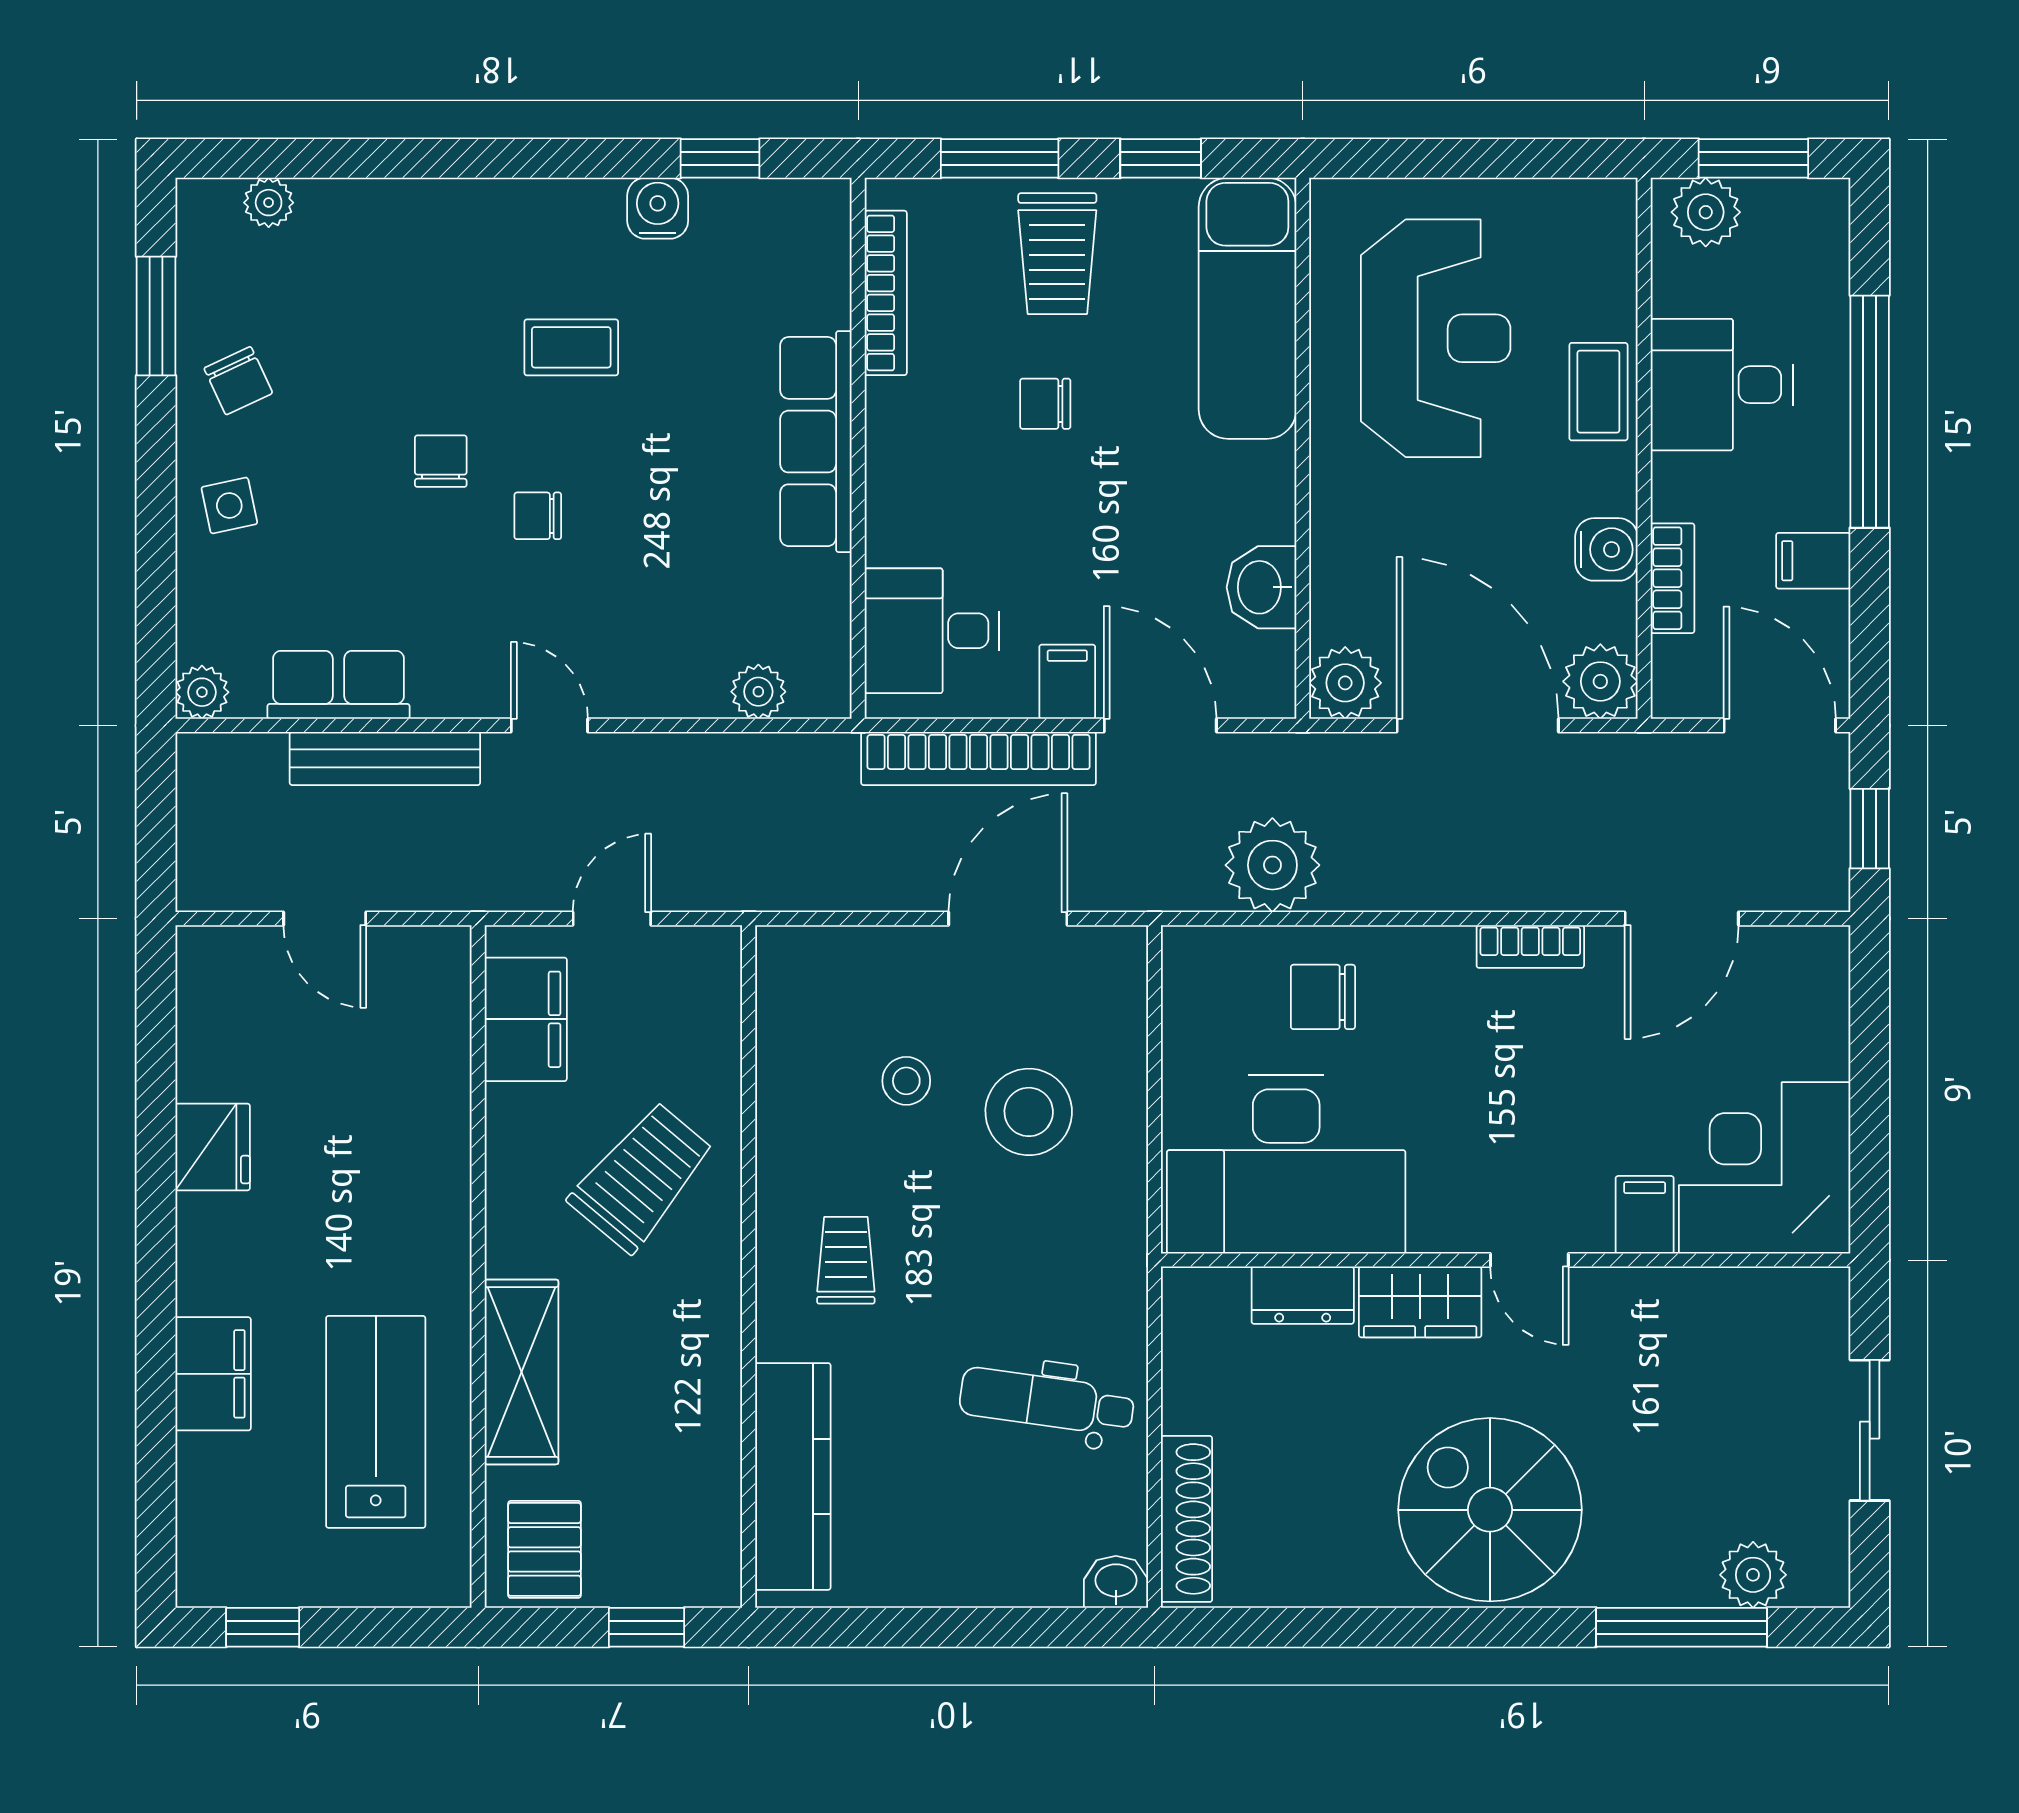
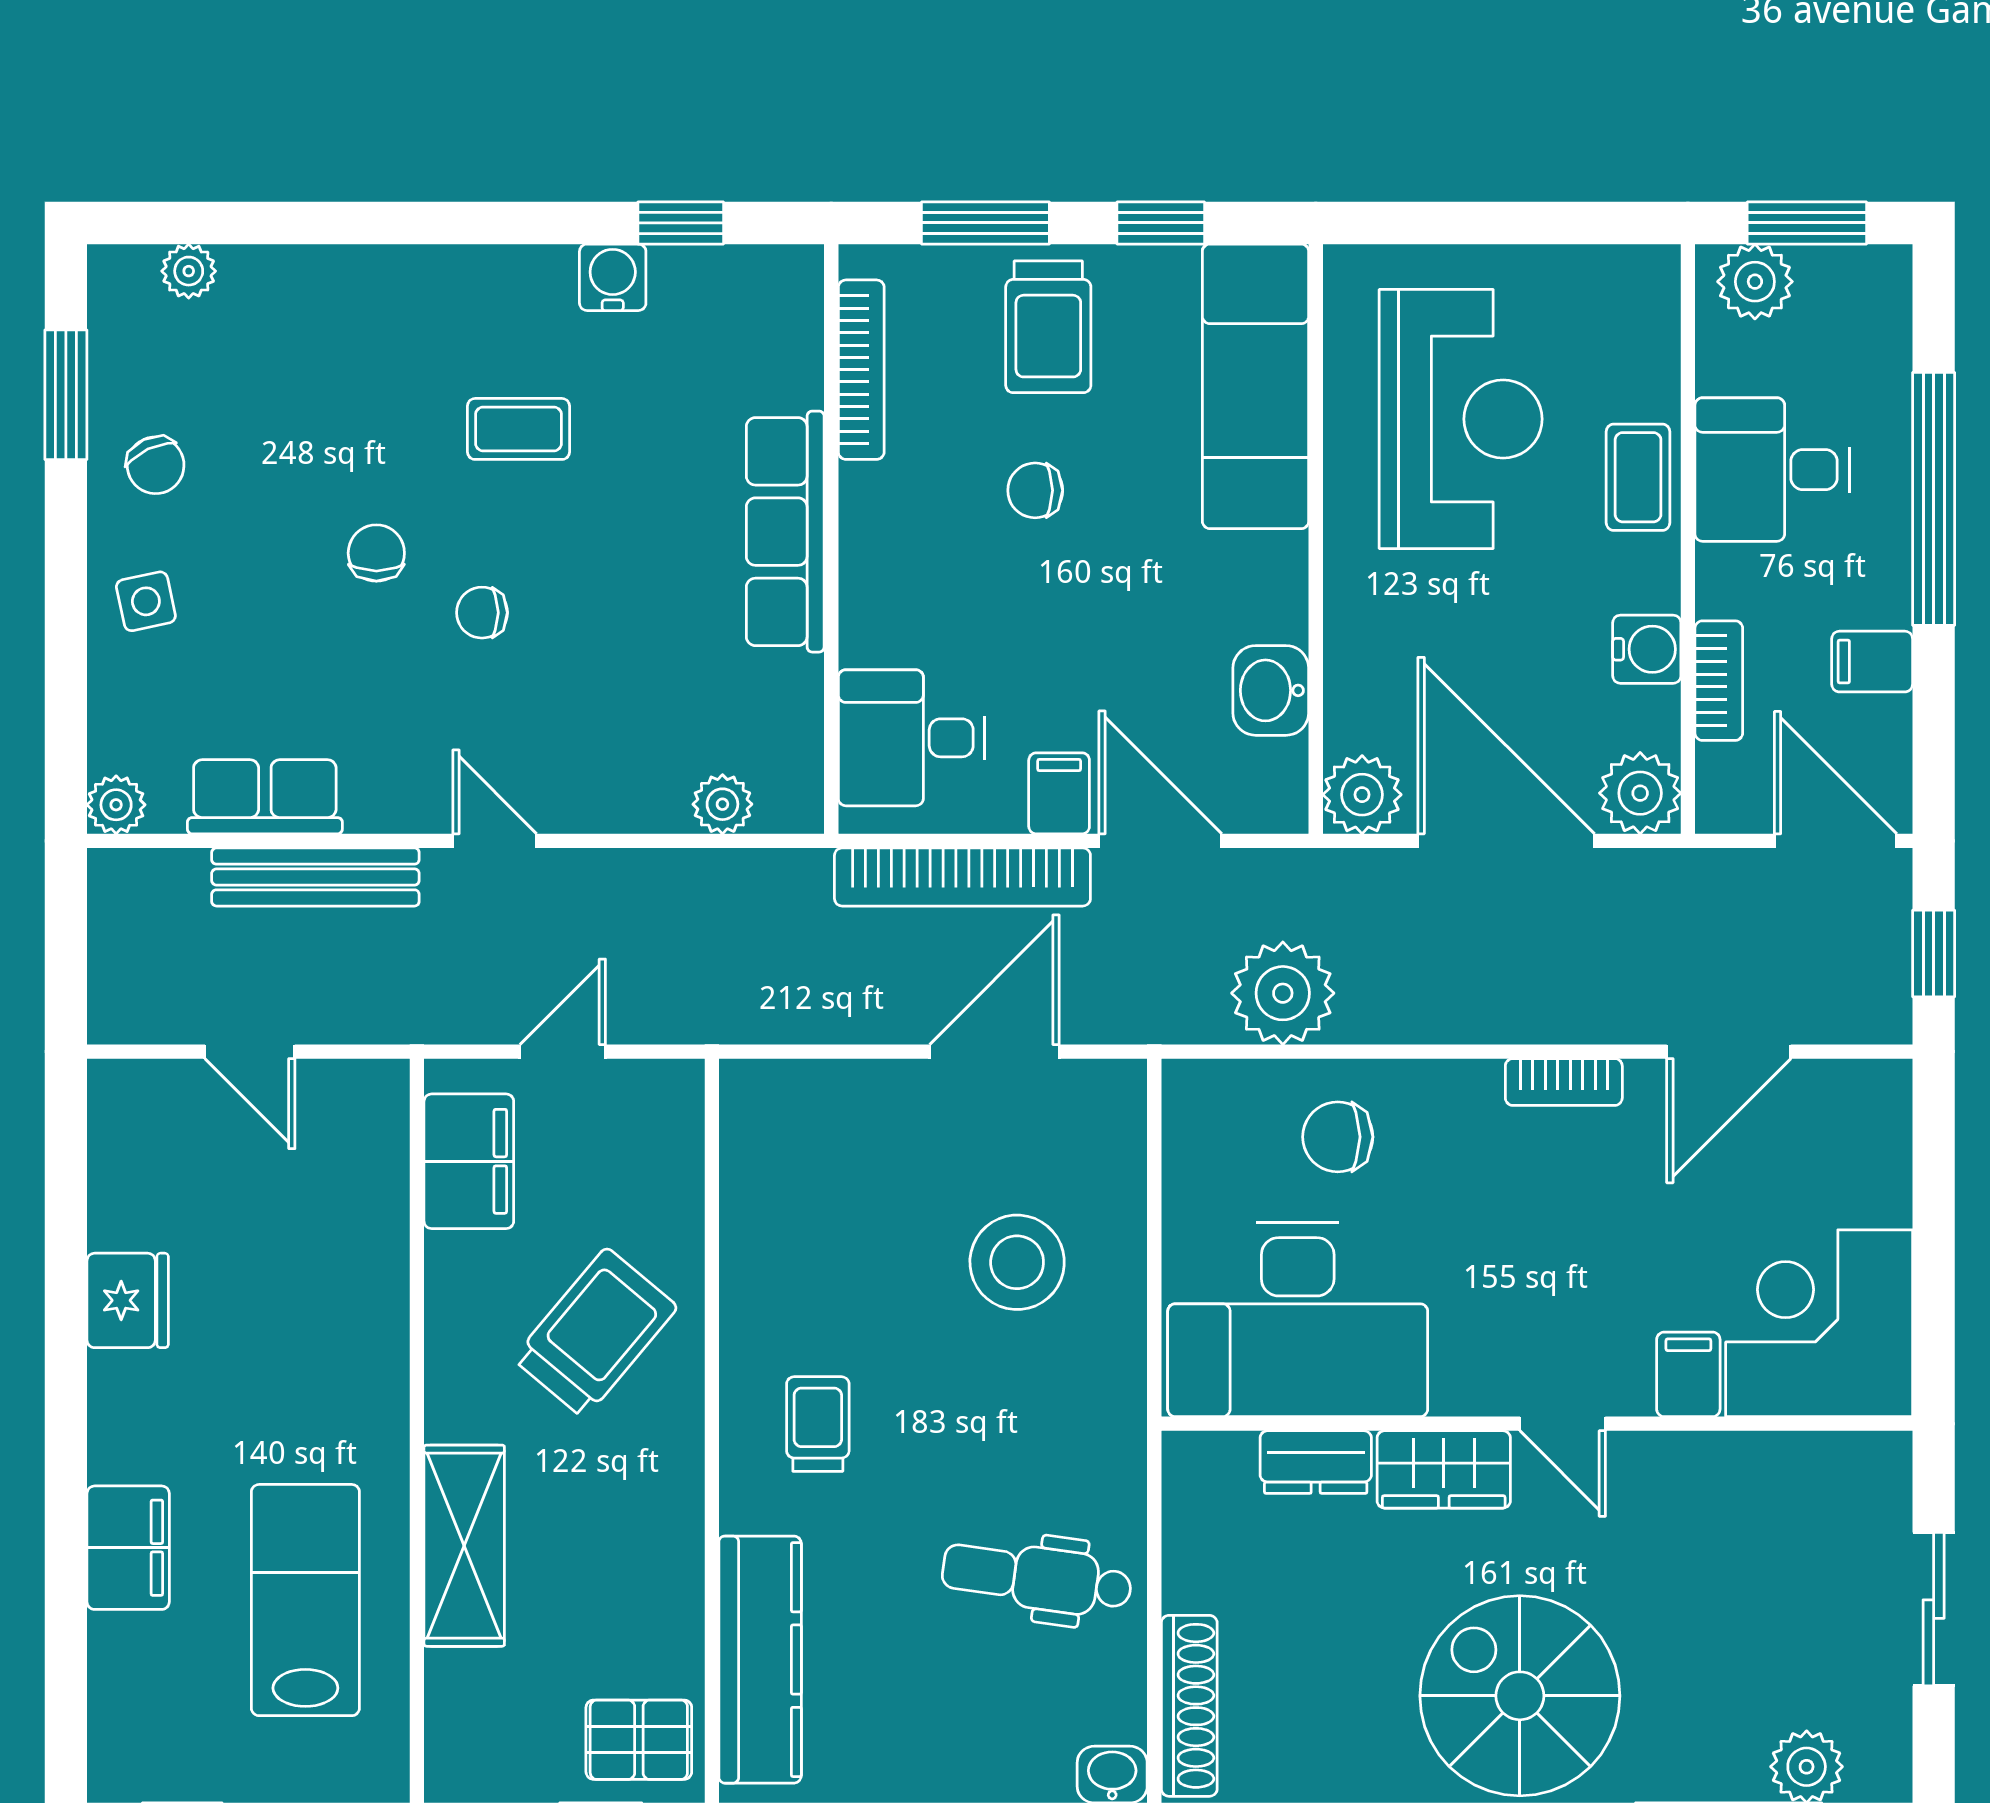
stool: (906, 1081) -> (884, 1228), removed
pallet: (544, 1549) -> (639, 1740), moved, turned 90

